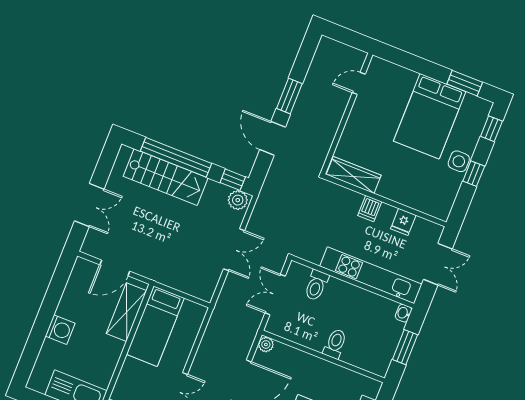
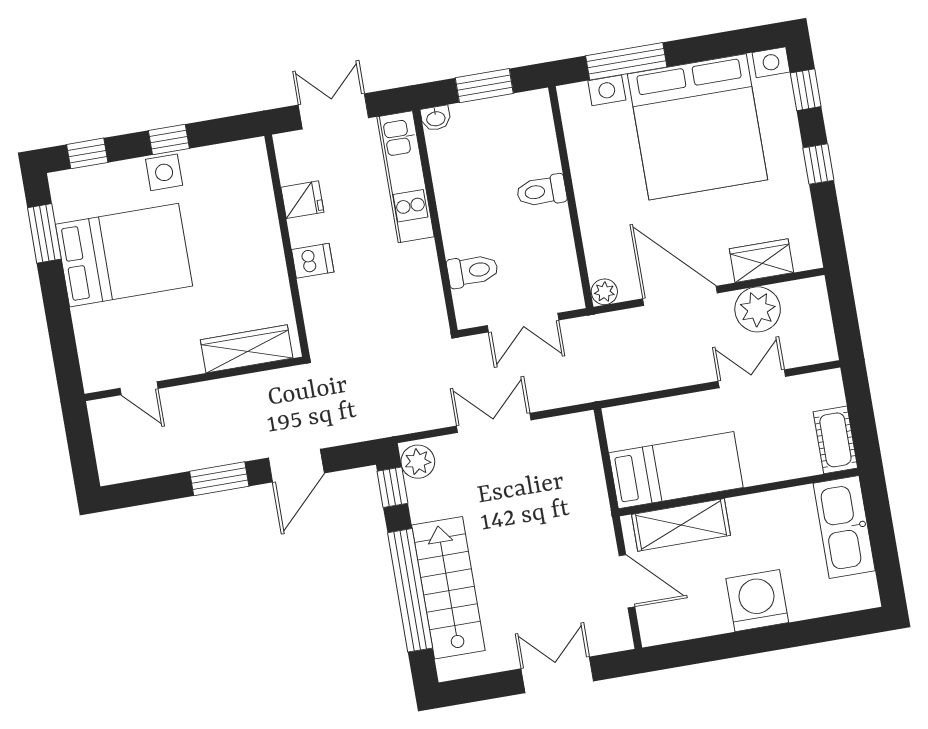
wardrobe: (354, 175) -> (247, 349), moved, turned 90
kitchen unit: (371, 275) -> (405, 177), width x0.73
washing machine: (60, 330) -> (757, 601), width x1.37, depth x1.37

